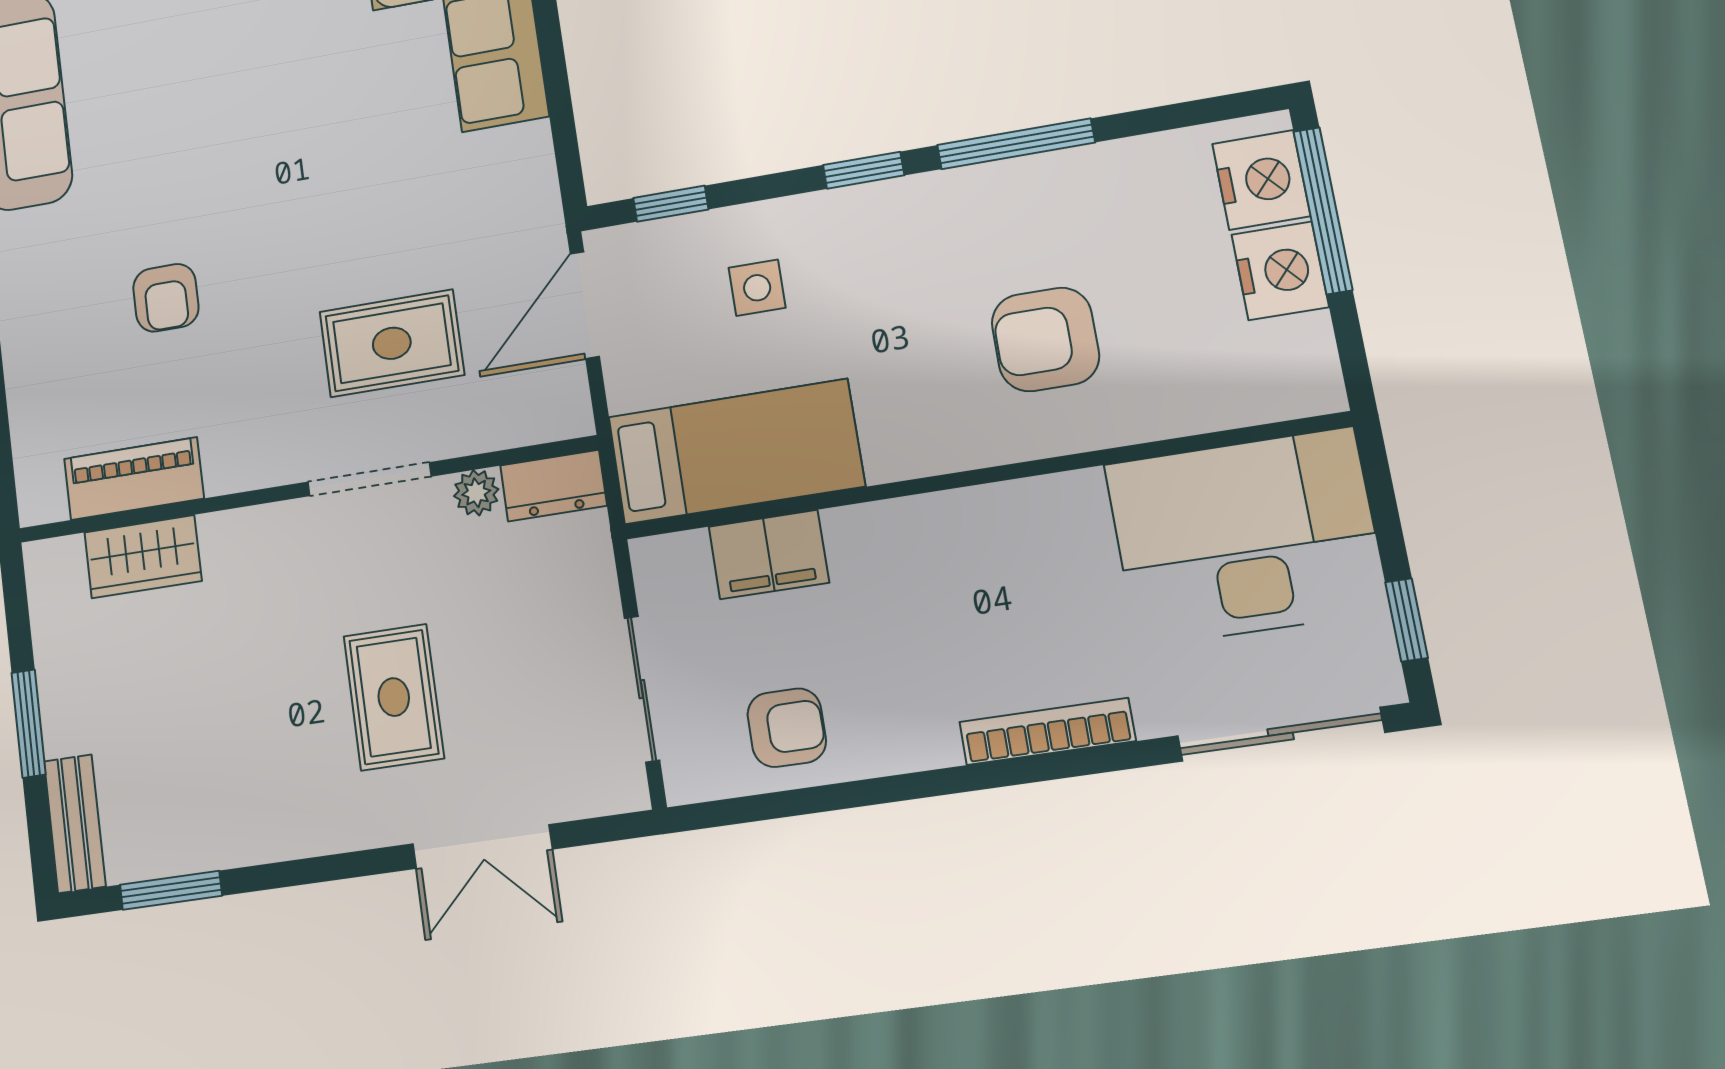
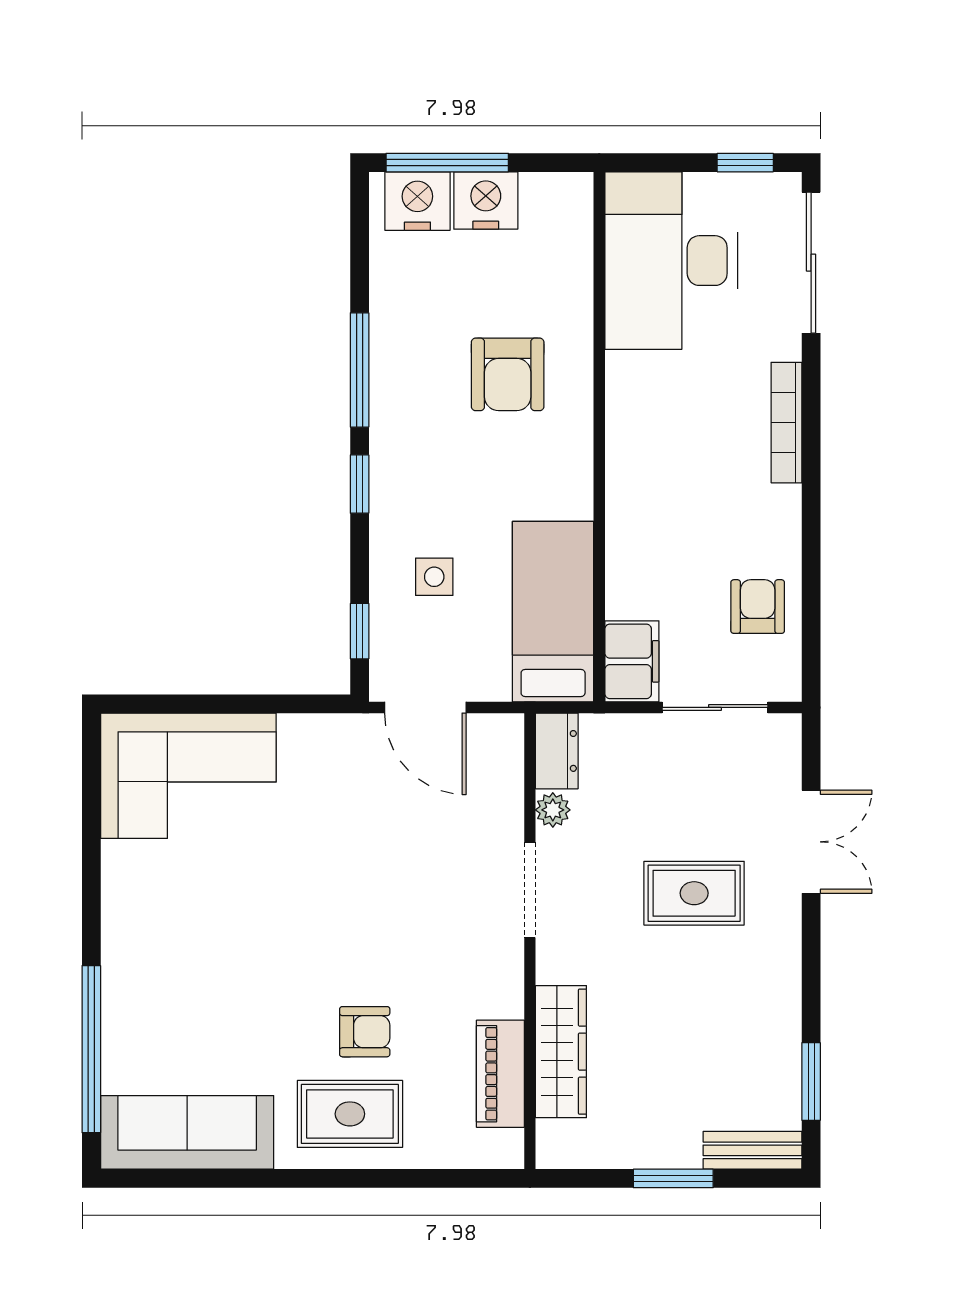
rug: (392, 343) -> (350, 1114), moved, turned 90
filing cabinet: (769, 554) -> (632, 661), moved
wardrobe: (143, 557) -> (561, 1052), width x1.50

